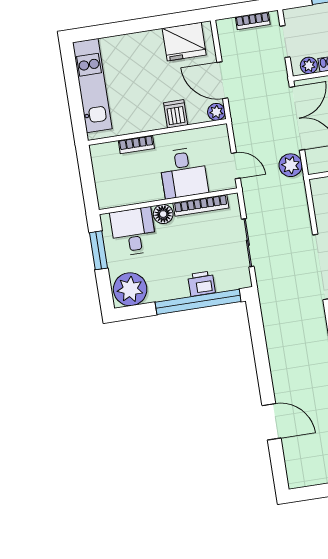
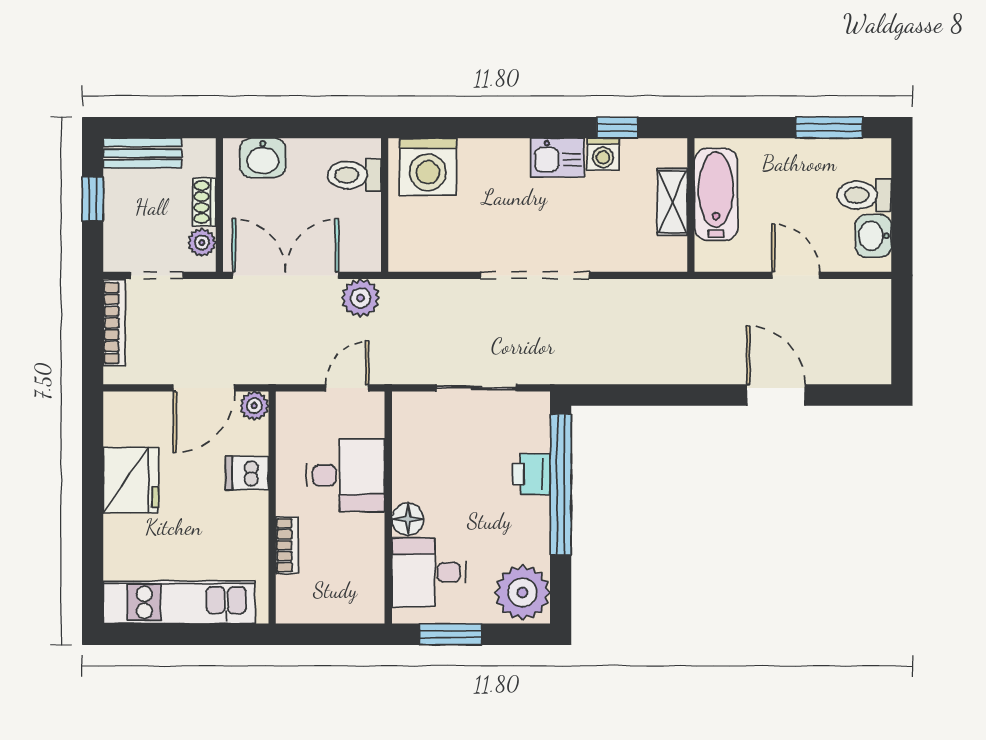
bookcase: (253, 21) -> (114, 323), width x1.56
fridge: (184, 42) -> (131, 480), moved
bookcase: (201, 205) -> (403, 455), removed
door: (272, 422) -> (776, 395), hinge flipped

